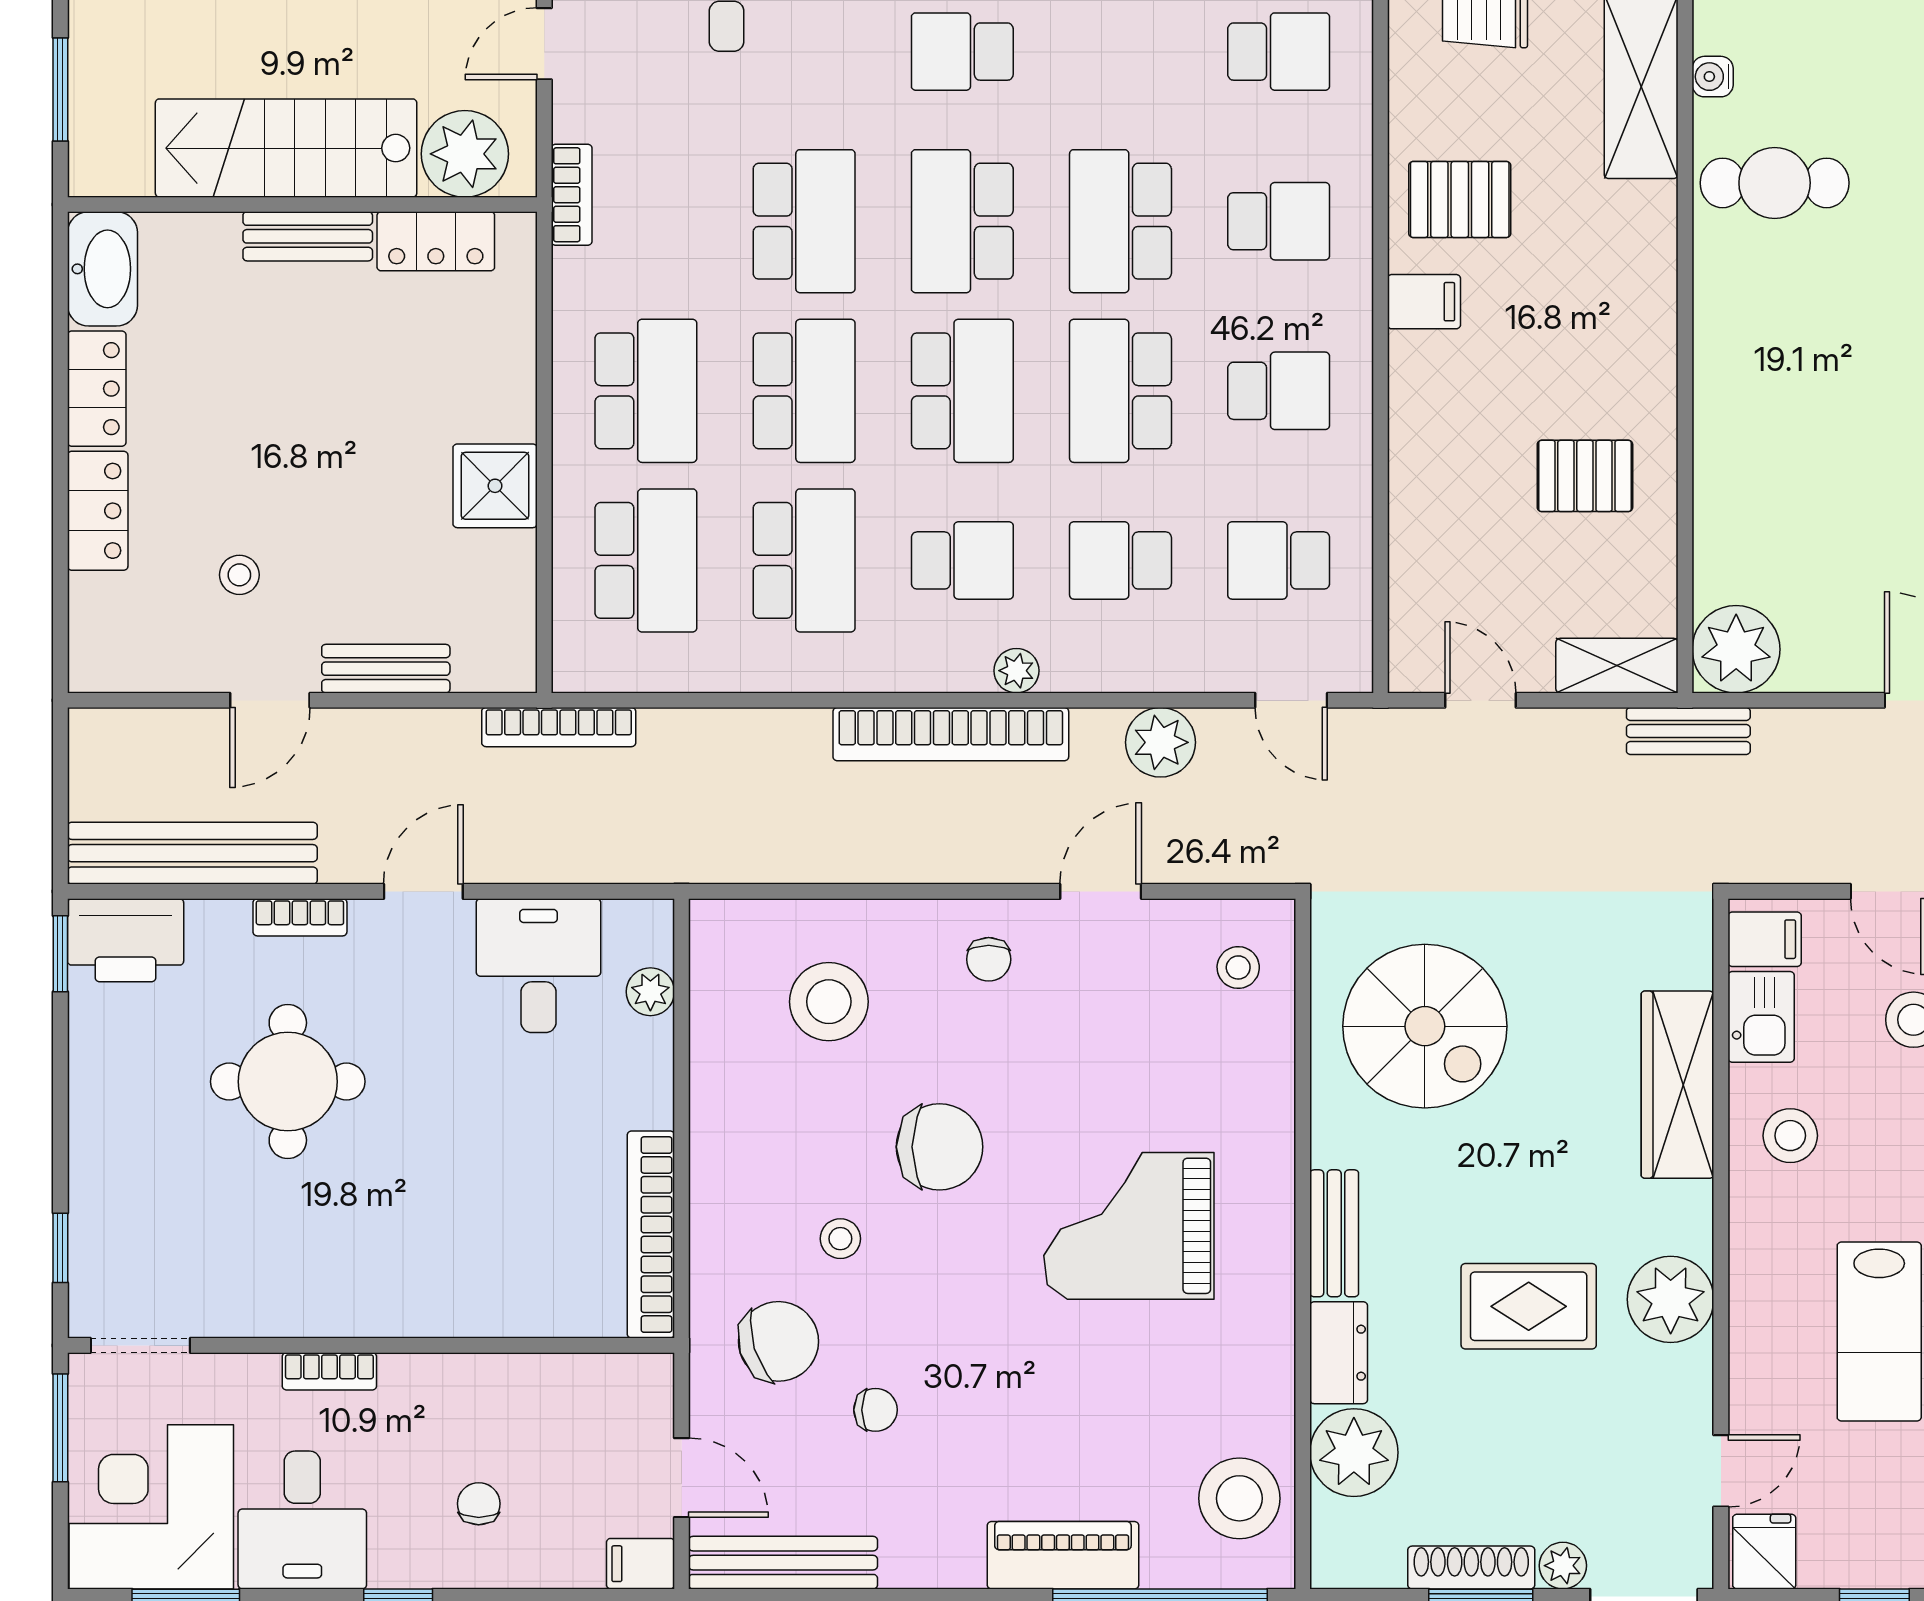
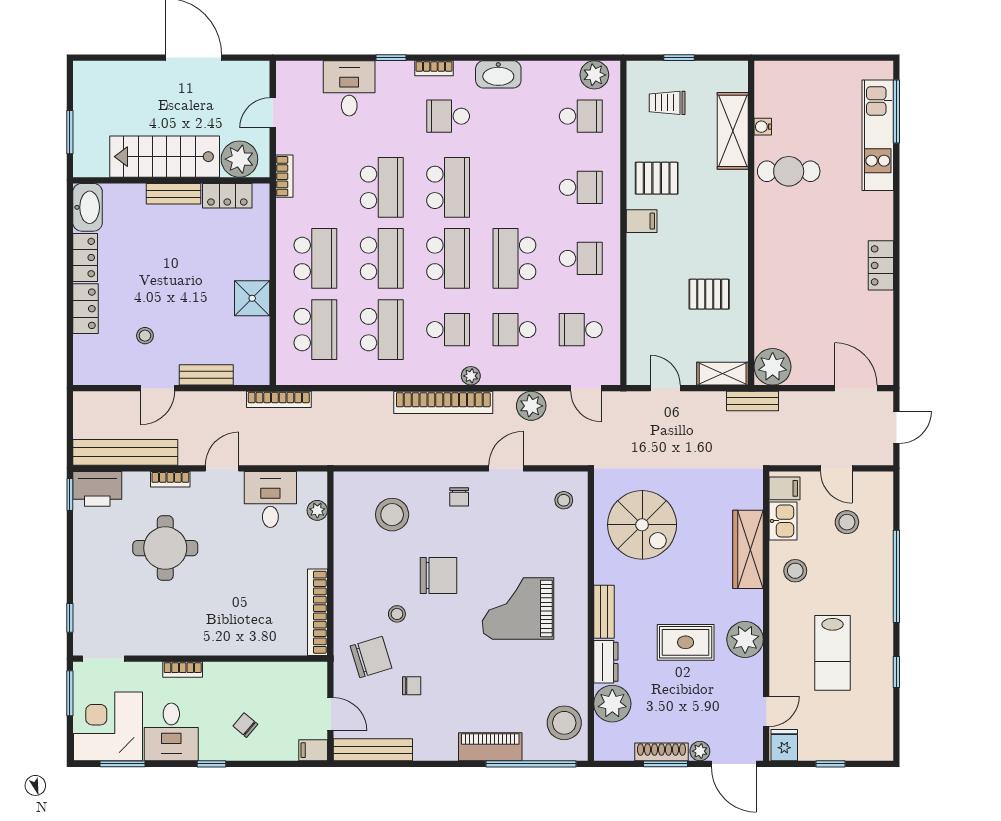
school desk: (962, 221) -> (448, 187), turned 180
school desk: (1120, 221) -> (514, 187), removed
chair: (479, 1504) -> (245, 725), turned -50

